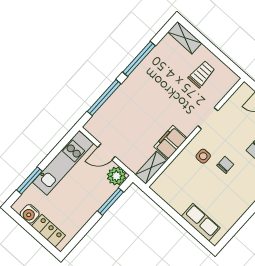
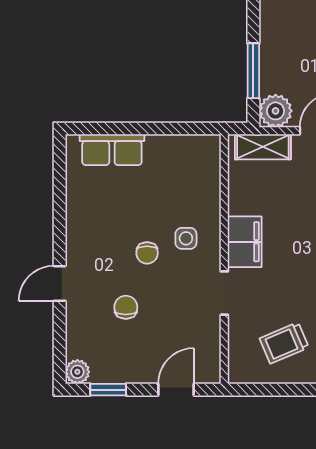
trolley: (202, 74) -> (284, 343), turned 67
filing cabinet: (170, 142) -> (245, 242), moved
shelving: (151, 168) -> (263, 147), moved, turned 90

